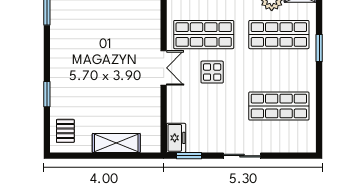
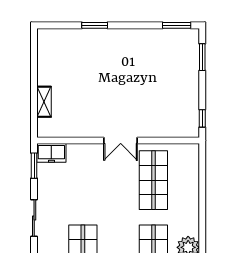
display table: (212, 72) -> (116, 189), removed
pallet: (65, 131) -> (58, 44), removed
shelving: (116, 143) -> (44, 102), width x0.67, depth x0.75

